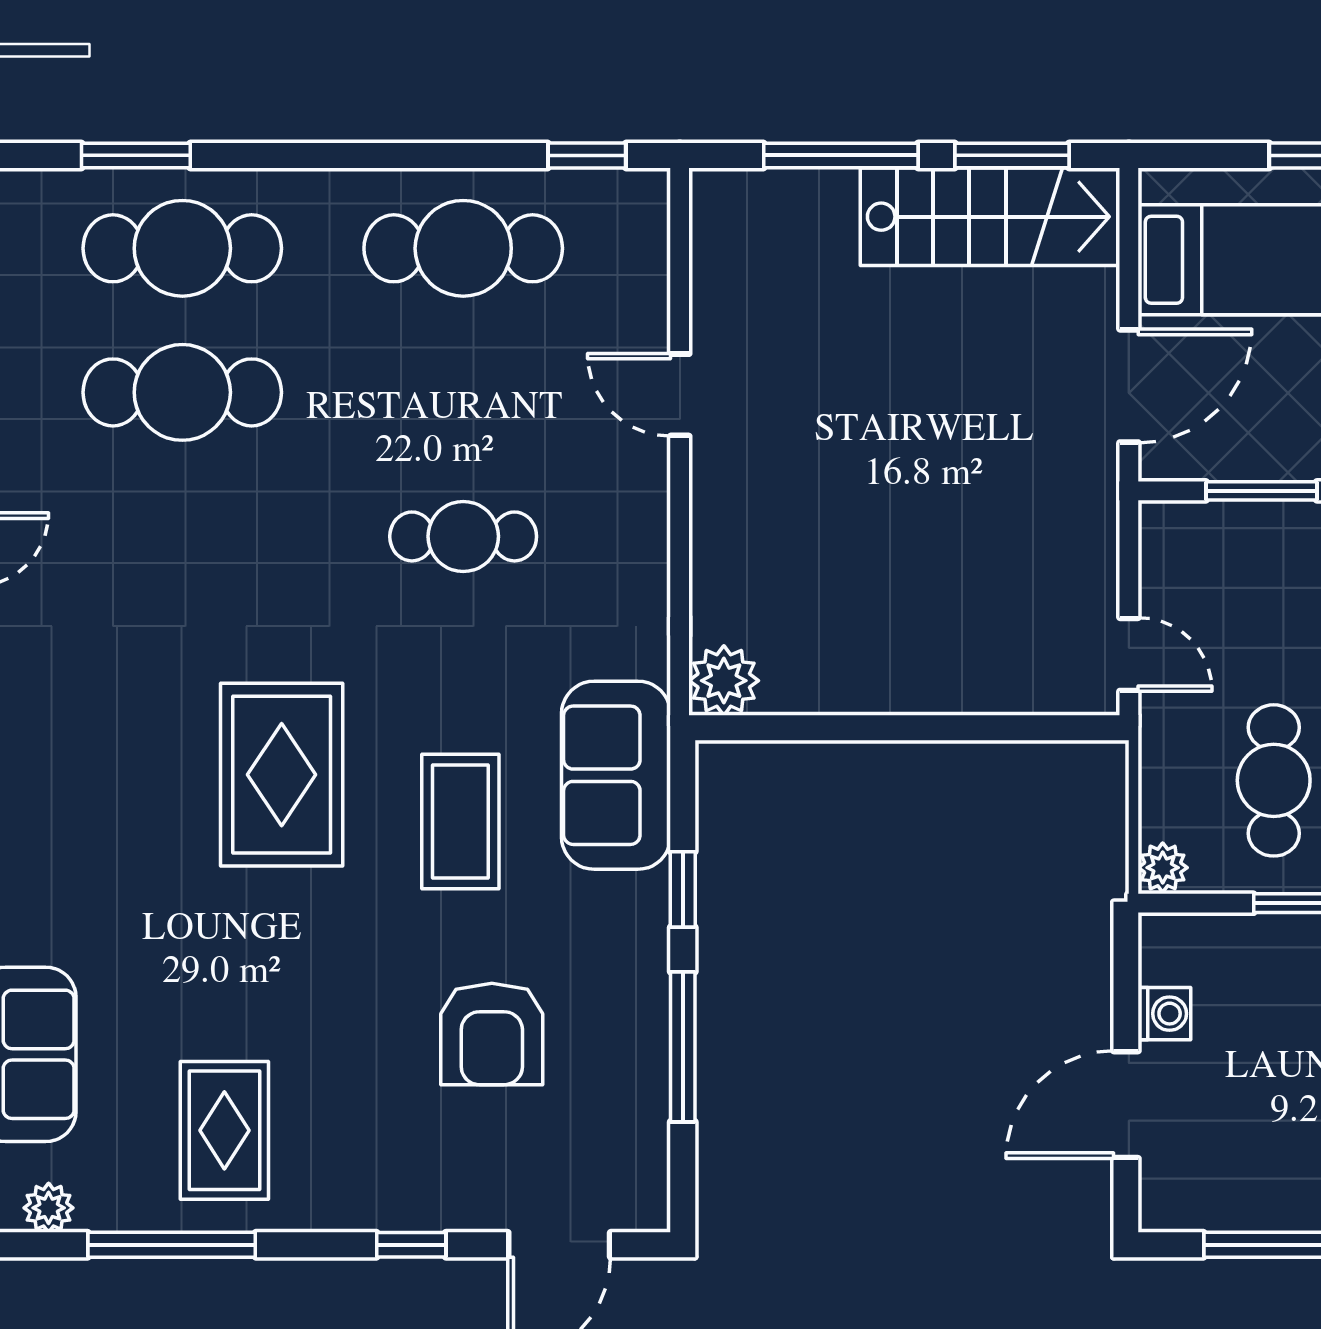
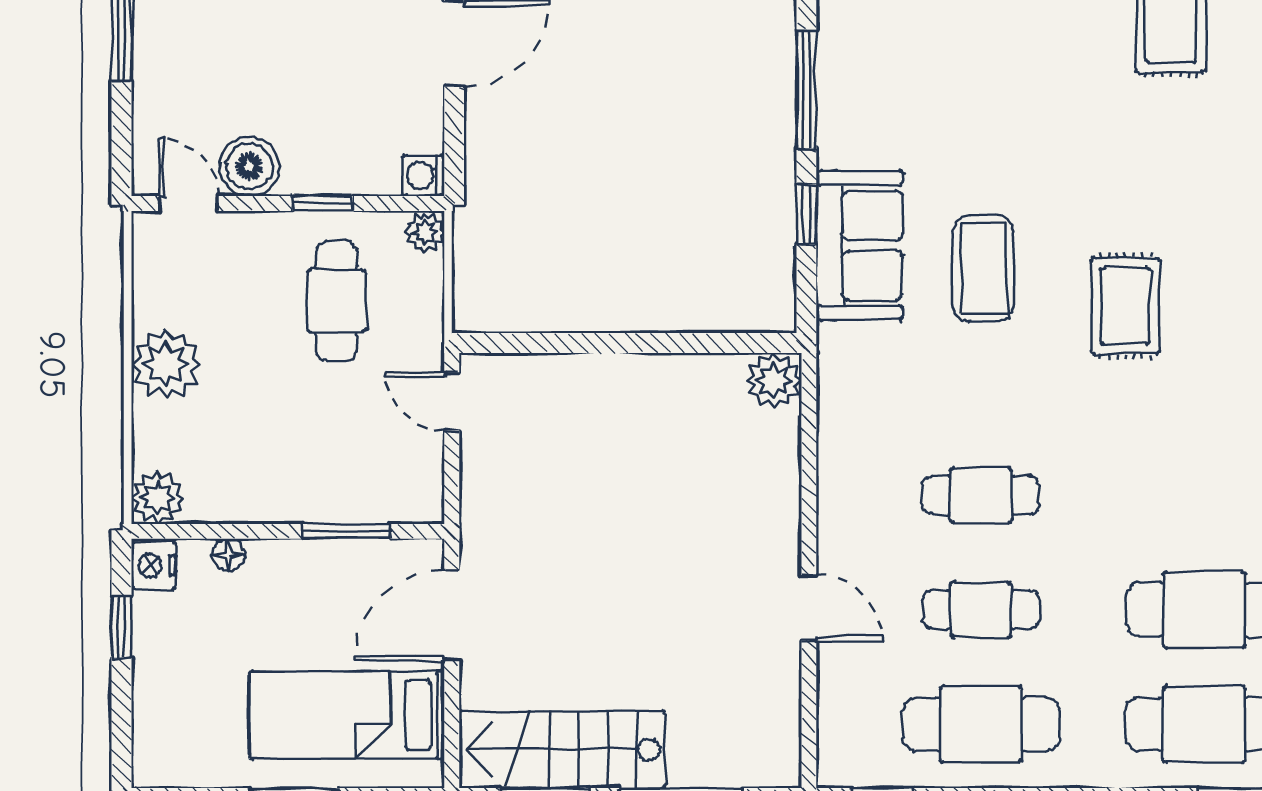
cafe table: (463, 392) -> (981, 610), added
rug: (282, 775) -> (1125, 306), width x0.73, depth x0.70
sofa: (616, 775) -> (859, 245), moved
washing machine: (1164, 1014) -> (424, 175), moved
armchair: (492, 1034) -> (958, 100), removed

